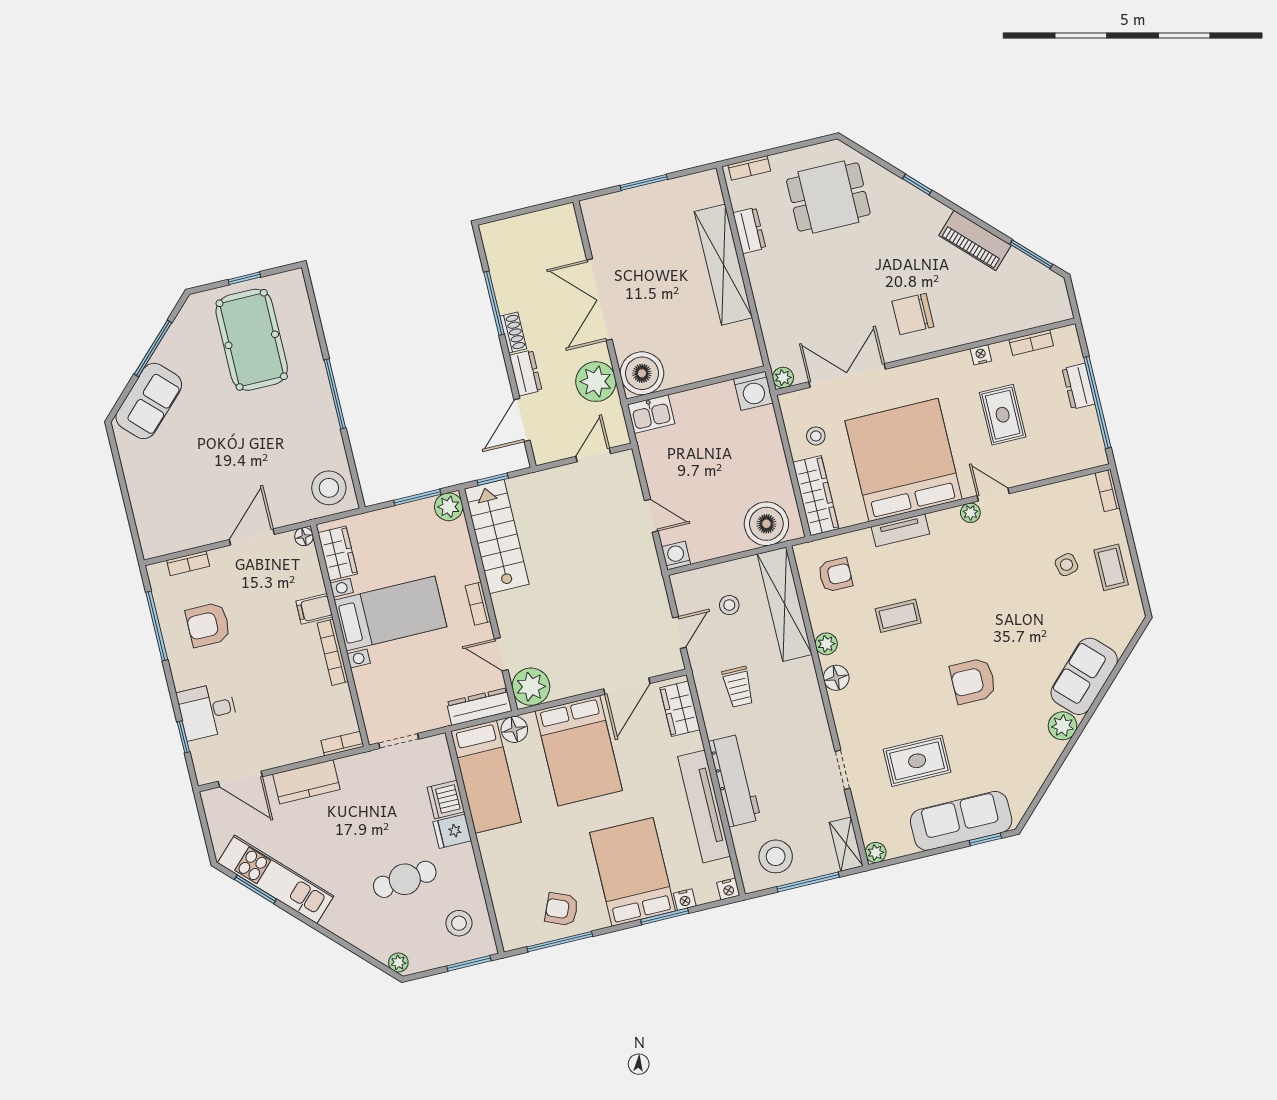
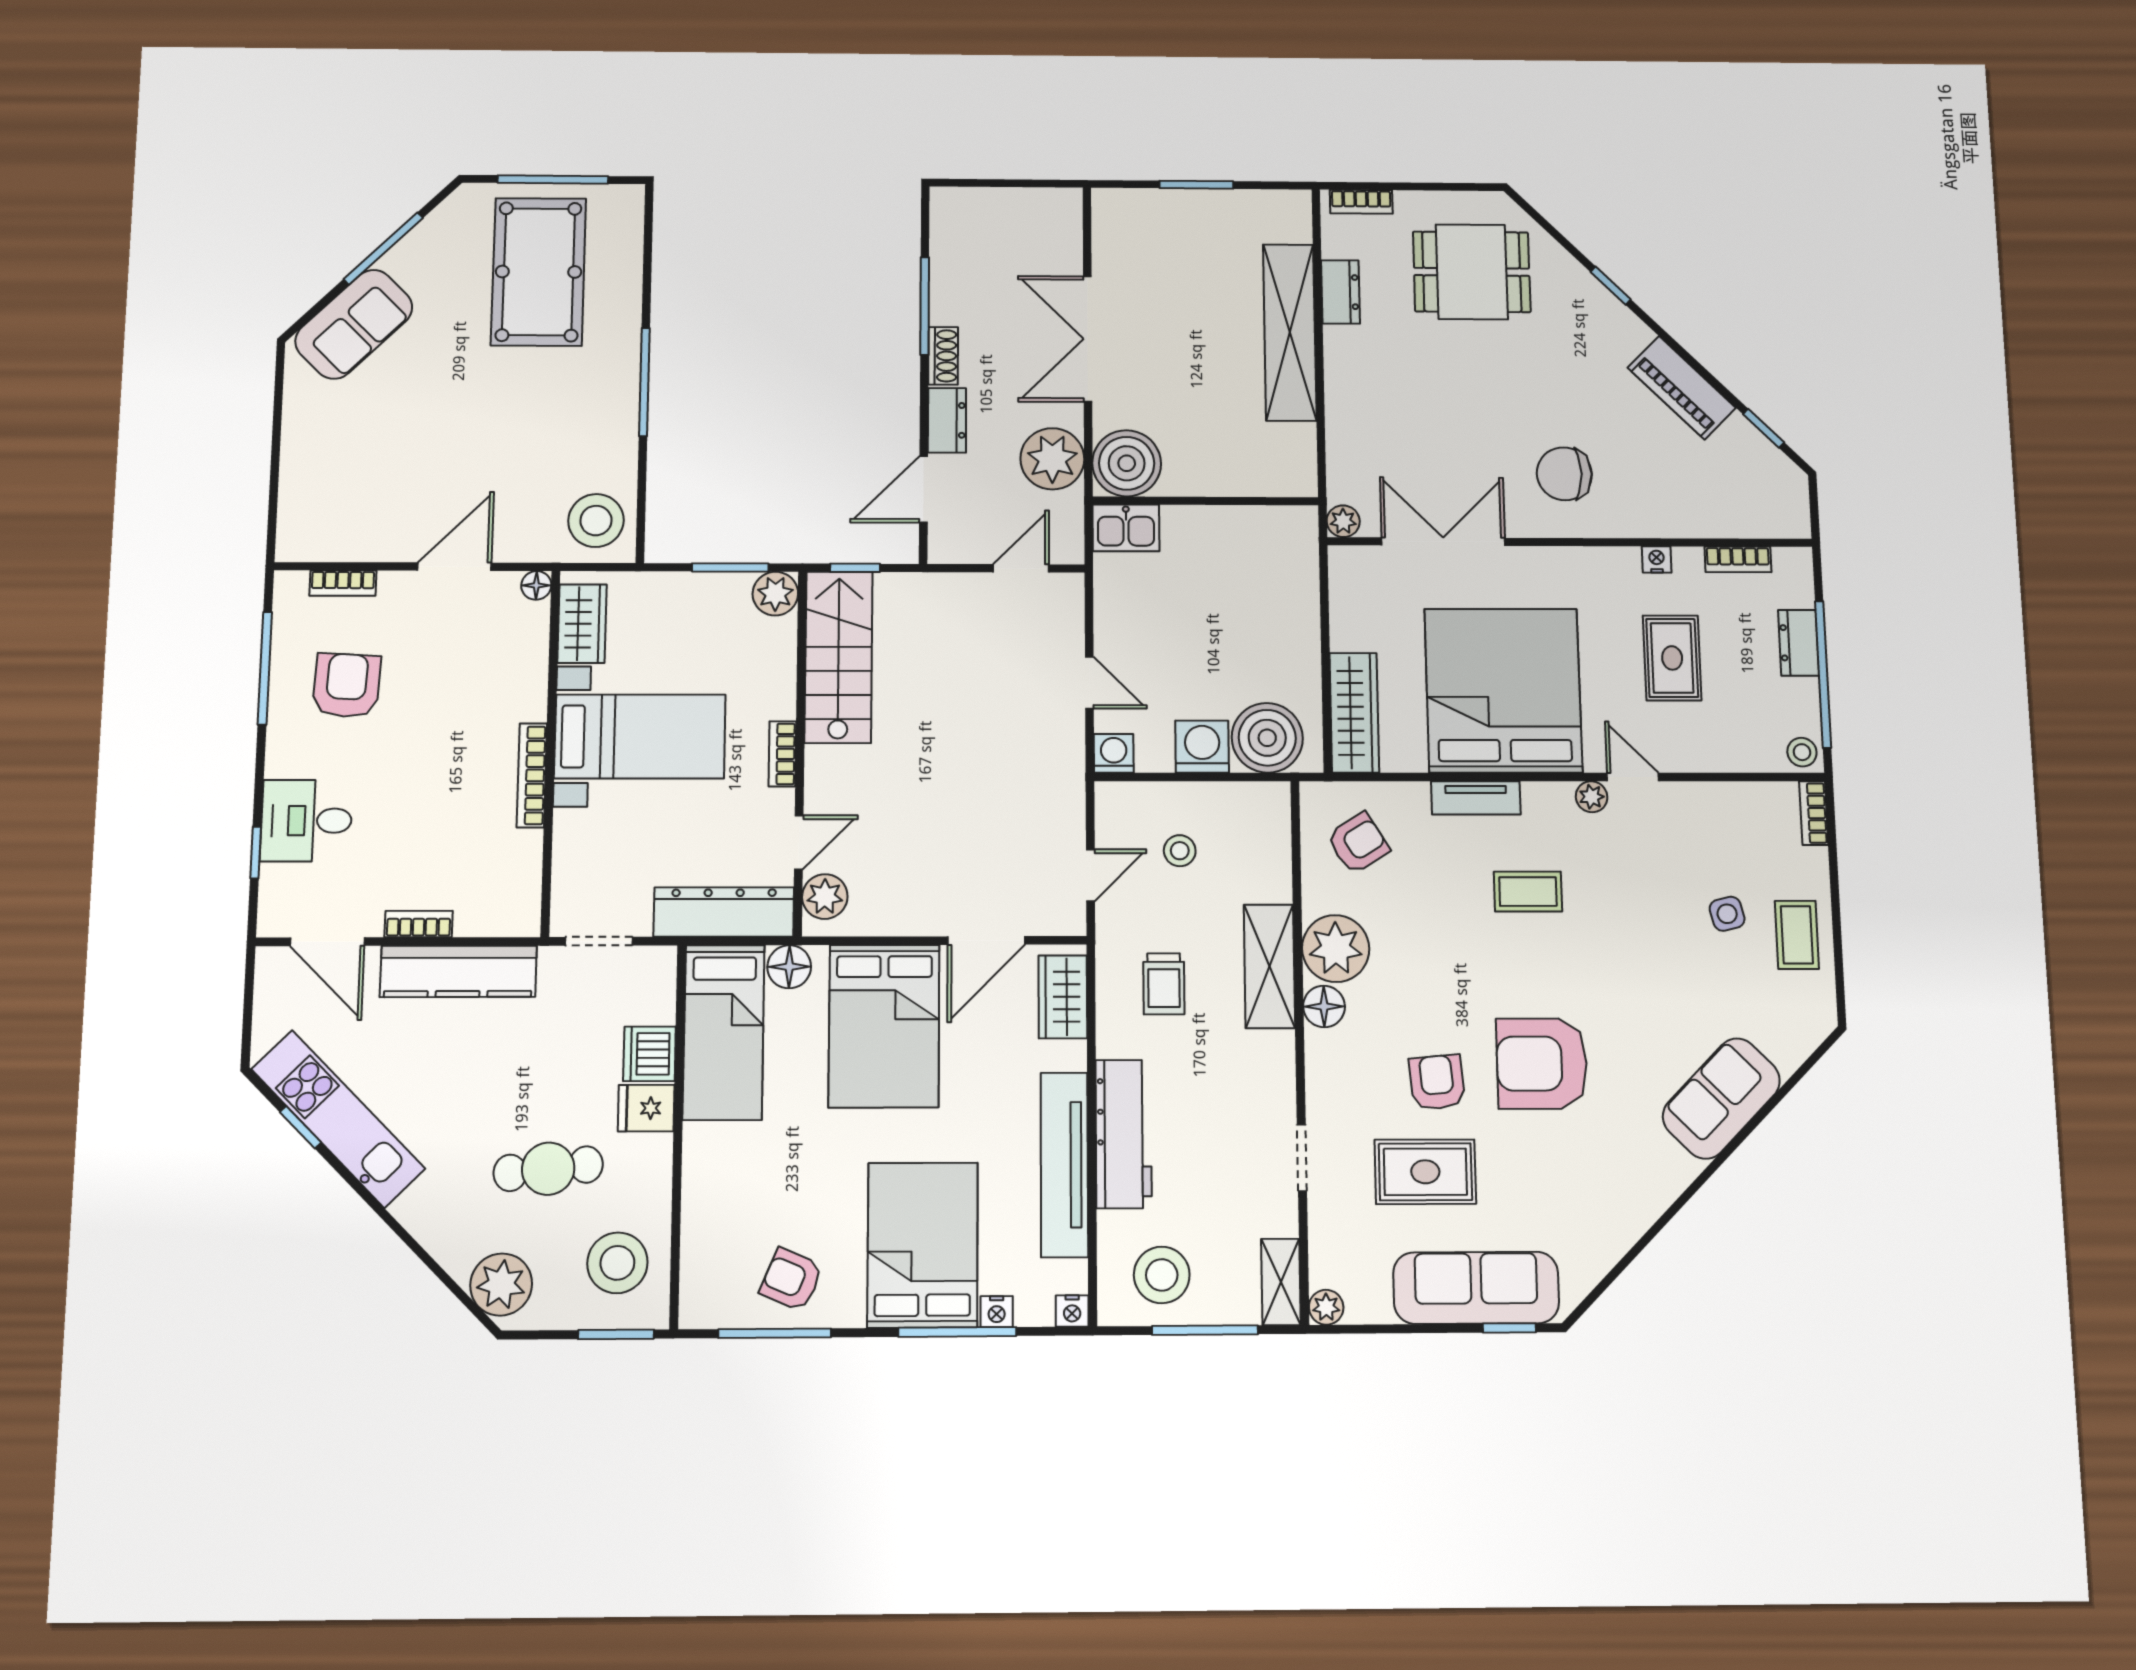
window: (1031, 254) -> (1764, 428), width x0.67
window: (244, 278) -> (553, 180), width x2.17
washing machine: (753, 391) -> (1202, 747), moved, turned 180
stool: (816, 436) -> (1802, 752), moved
armchair: (835, 575) -> (1358, 843), turned -32
shelving: (785, 604) -> (1269, 966), moved, width x0.68
filing cabinet: (314, 609) -> (521, 701), removed
coffee table: (898, 616) -> (1528, 892), moved
armchair: (208, 625) -> (347, 685), turned 93
plant: (826, 644) -> (1336, 949), width x1.87, depth x1.87
door: (501, 654) -> (799, 842), swing flipped
armchair: (973, 681) -> (1542, 1064), width x1.36, depth x1.36
plant: (531, 687) -> (825, 897), width x0.73, depth x0.73
dresser: (479, 707) -> (724, 912), width x1.37, depth x1.24
armchair: (913, 707) -> (1437, 1082), added
plant: (1063, 726) -> (1671, 1171), removed
bookcase: (342, 744) -> (419, 924), moved
kitchen counter: (306, 782) -> (458, 971), width x1.50
window: (255, 889) -> (301, 1127), width x0.67
window: (665, 916) -> (957, 1332), width x1.44
stool: (459, 923) -> (617, 1263), width x1.38, depth x1.38
plant: (398, 963) -> (501, 1285), width x1.87, depth x1.87

